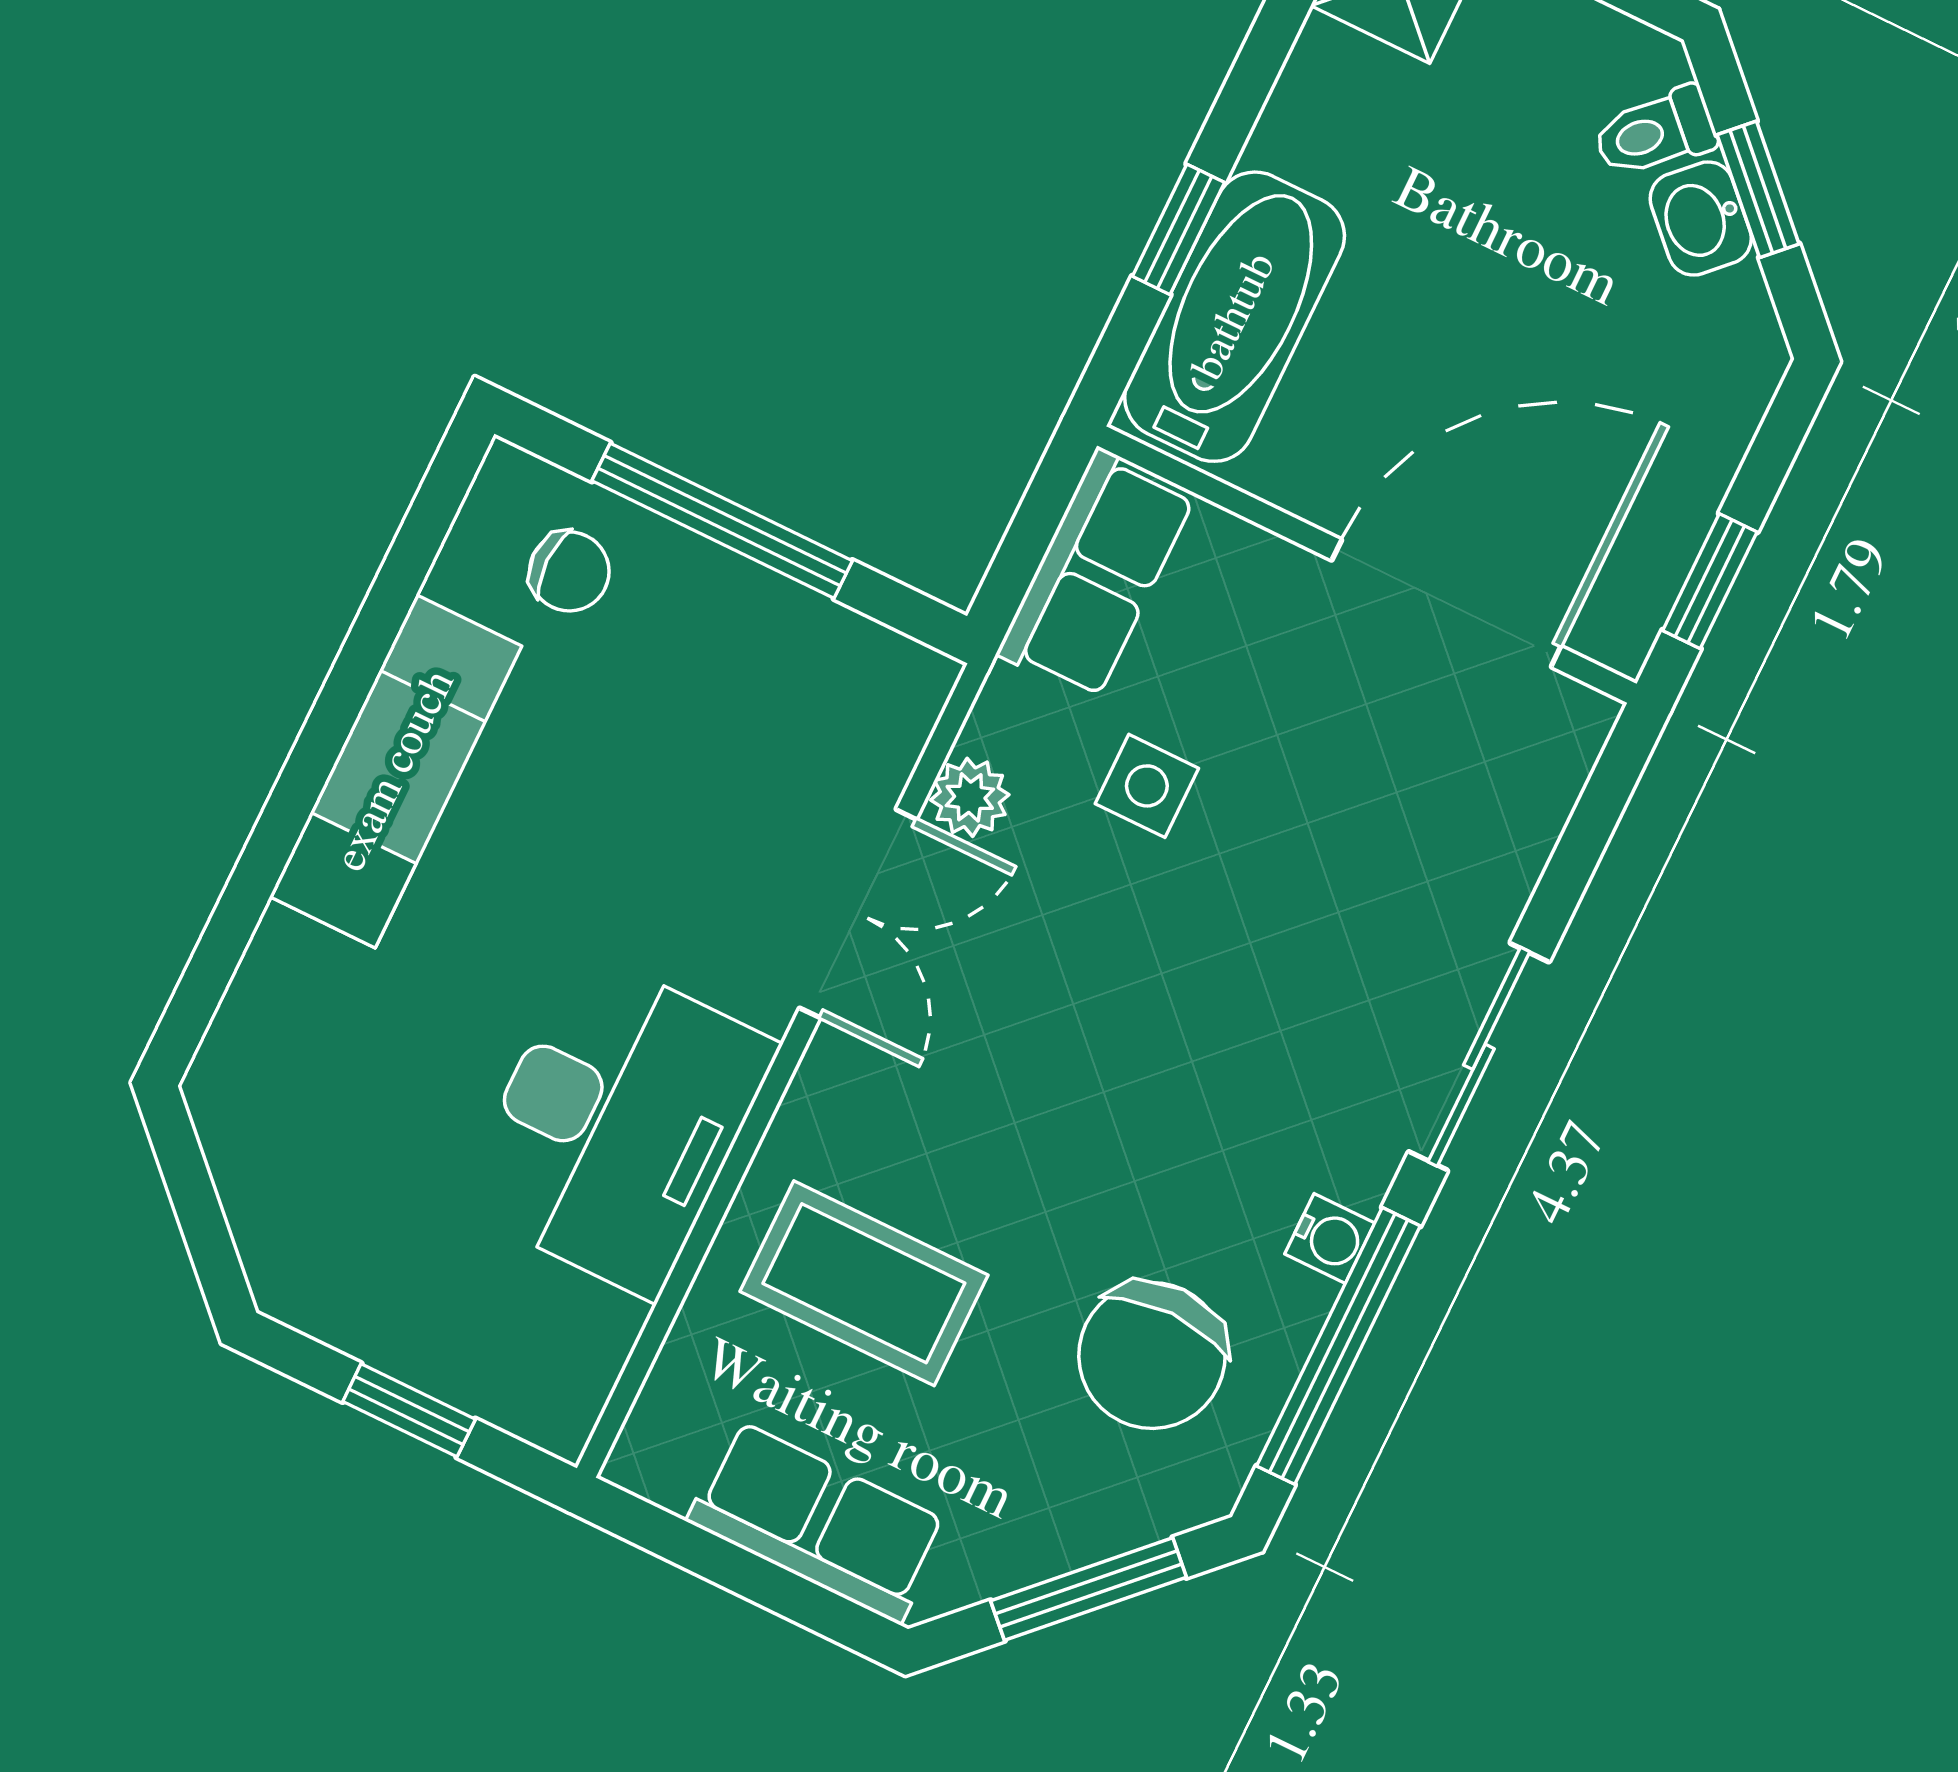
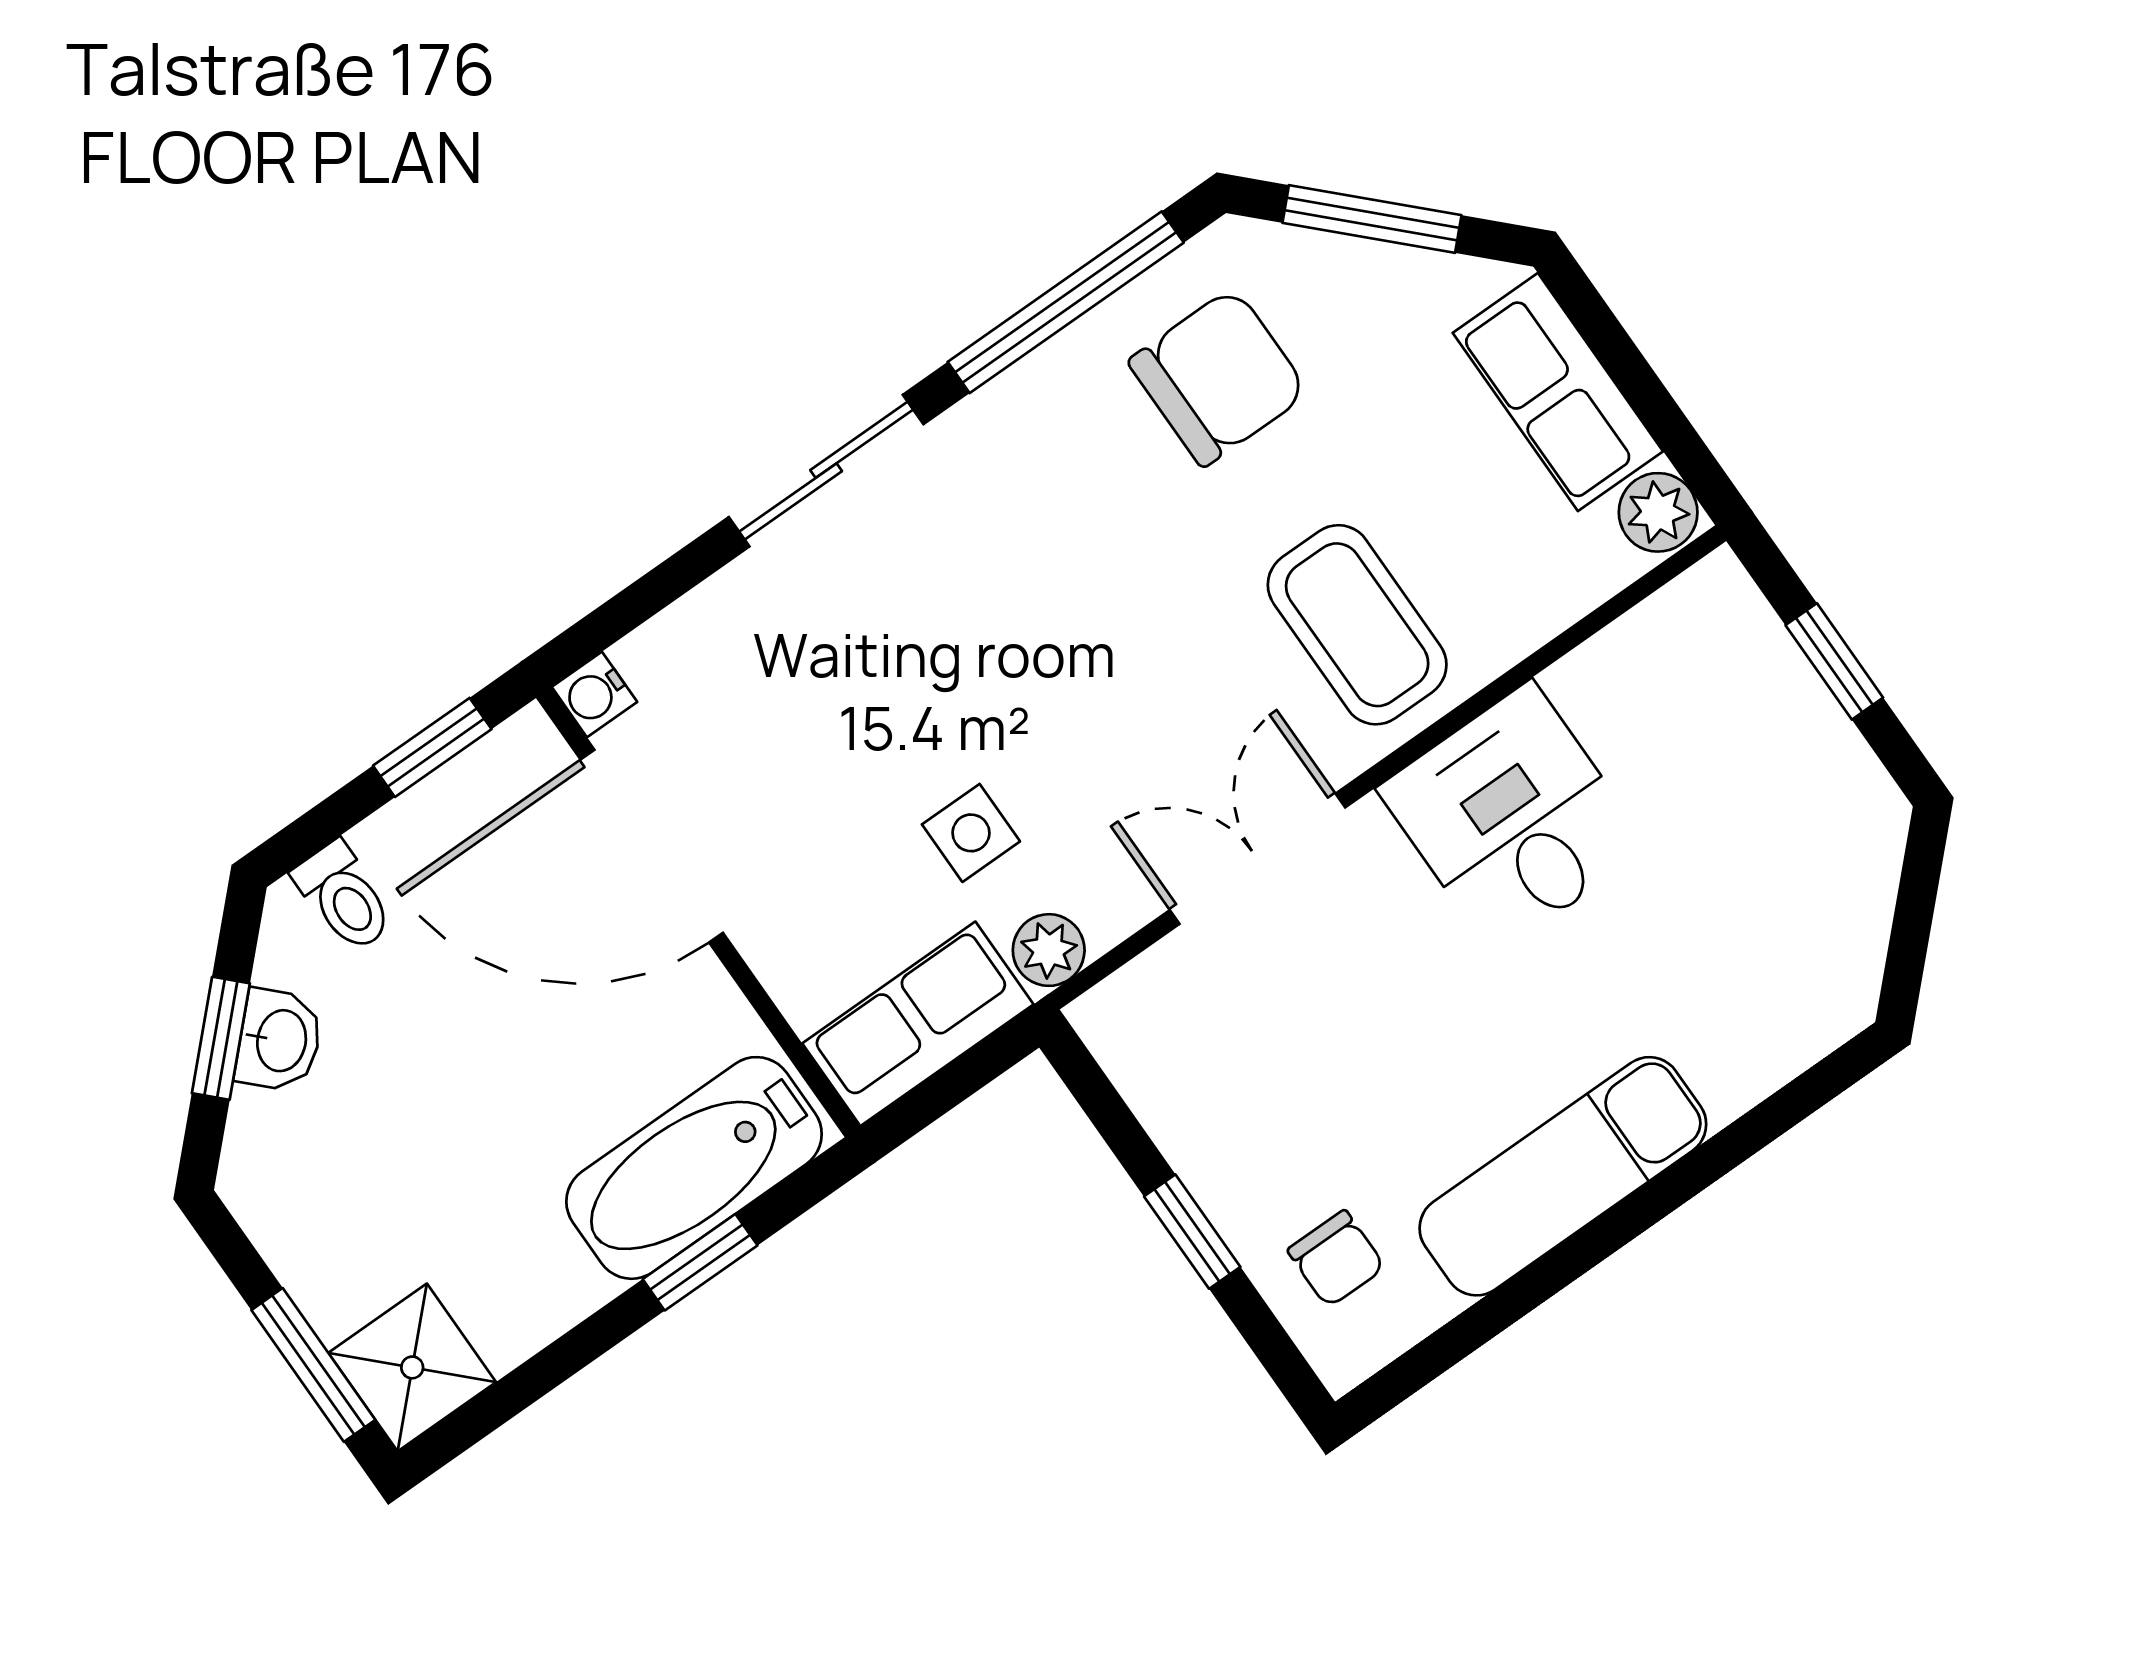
toilet: (1655, 132) -> (344, 897), moved, turned 45
window: (722, 521) -> (1192, 1232), width x0.46
chair: (569, 571) -> (1336, 1259), turned 180
plant: (970, 797) -> (1049, 950), moved
desk: (617, 1124) -> (1513, 818), width x0.73
water cooler: (1330, 1239) -> (594, 694), moved, turned -90
coffee table: (864, 1283) -> (1357, 625), moved
plant: (658, 1460) -> (1658, 512), added

